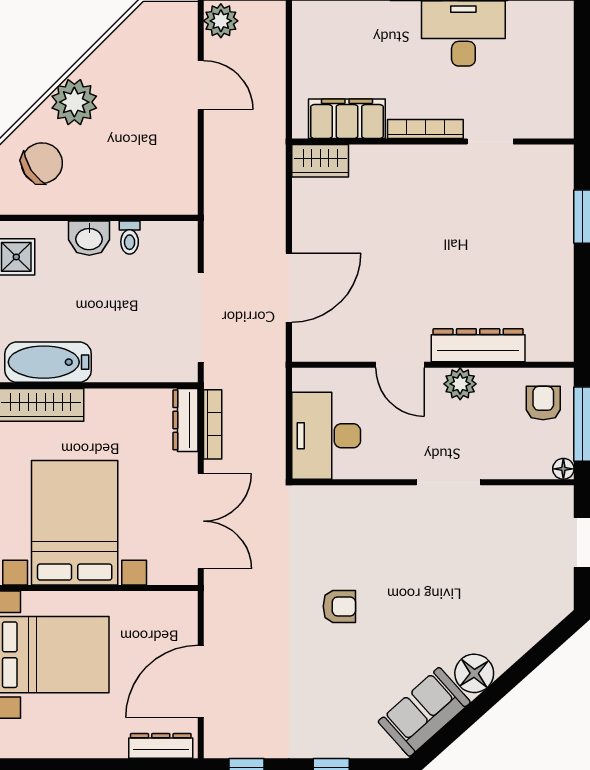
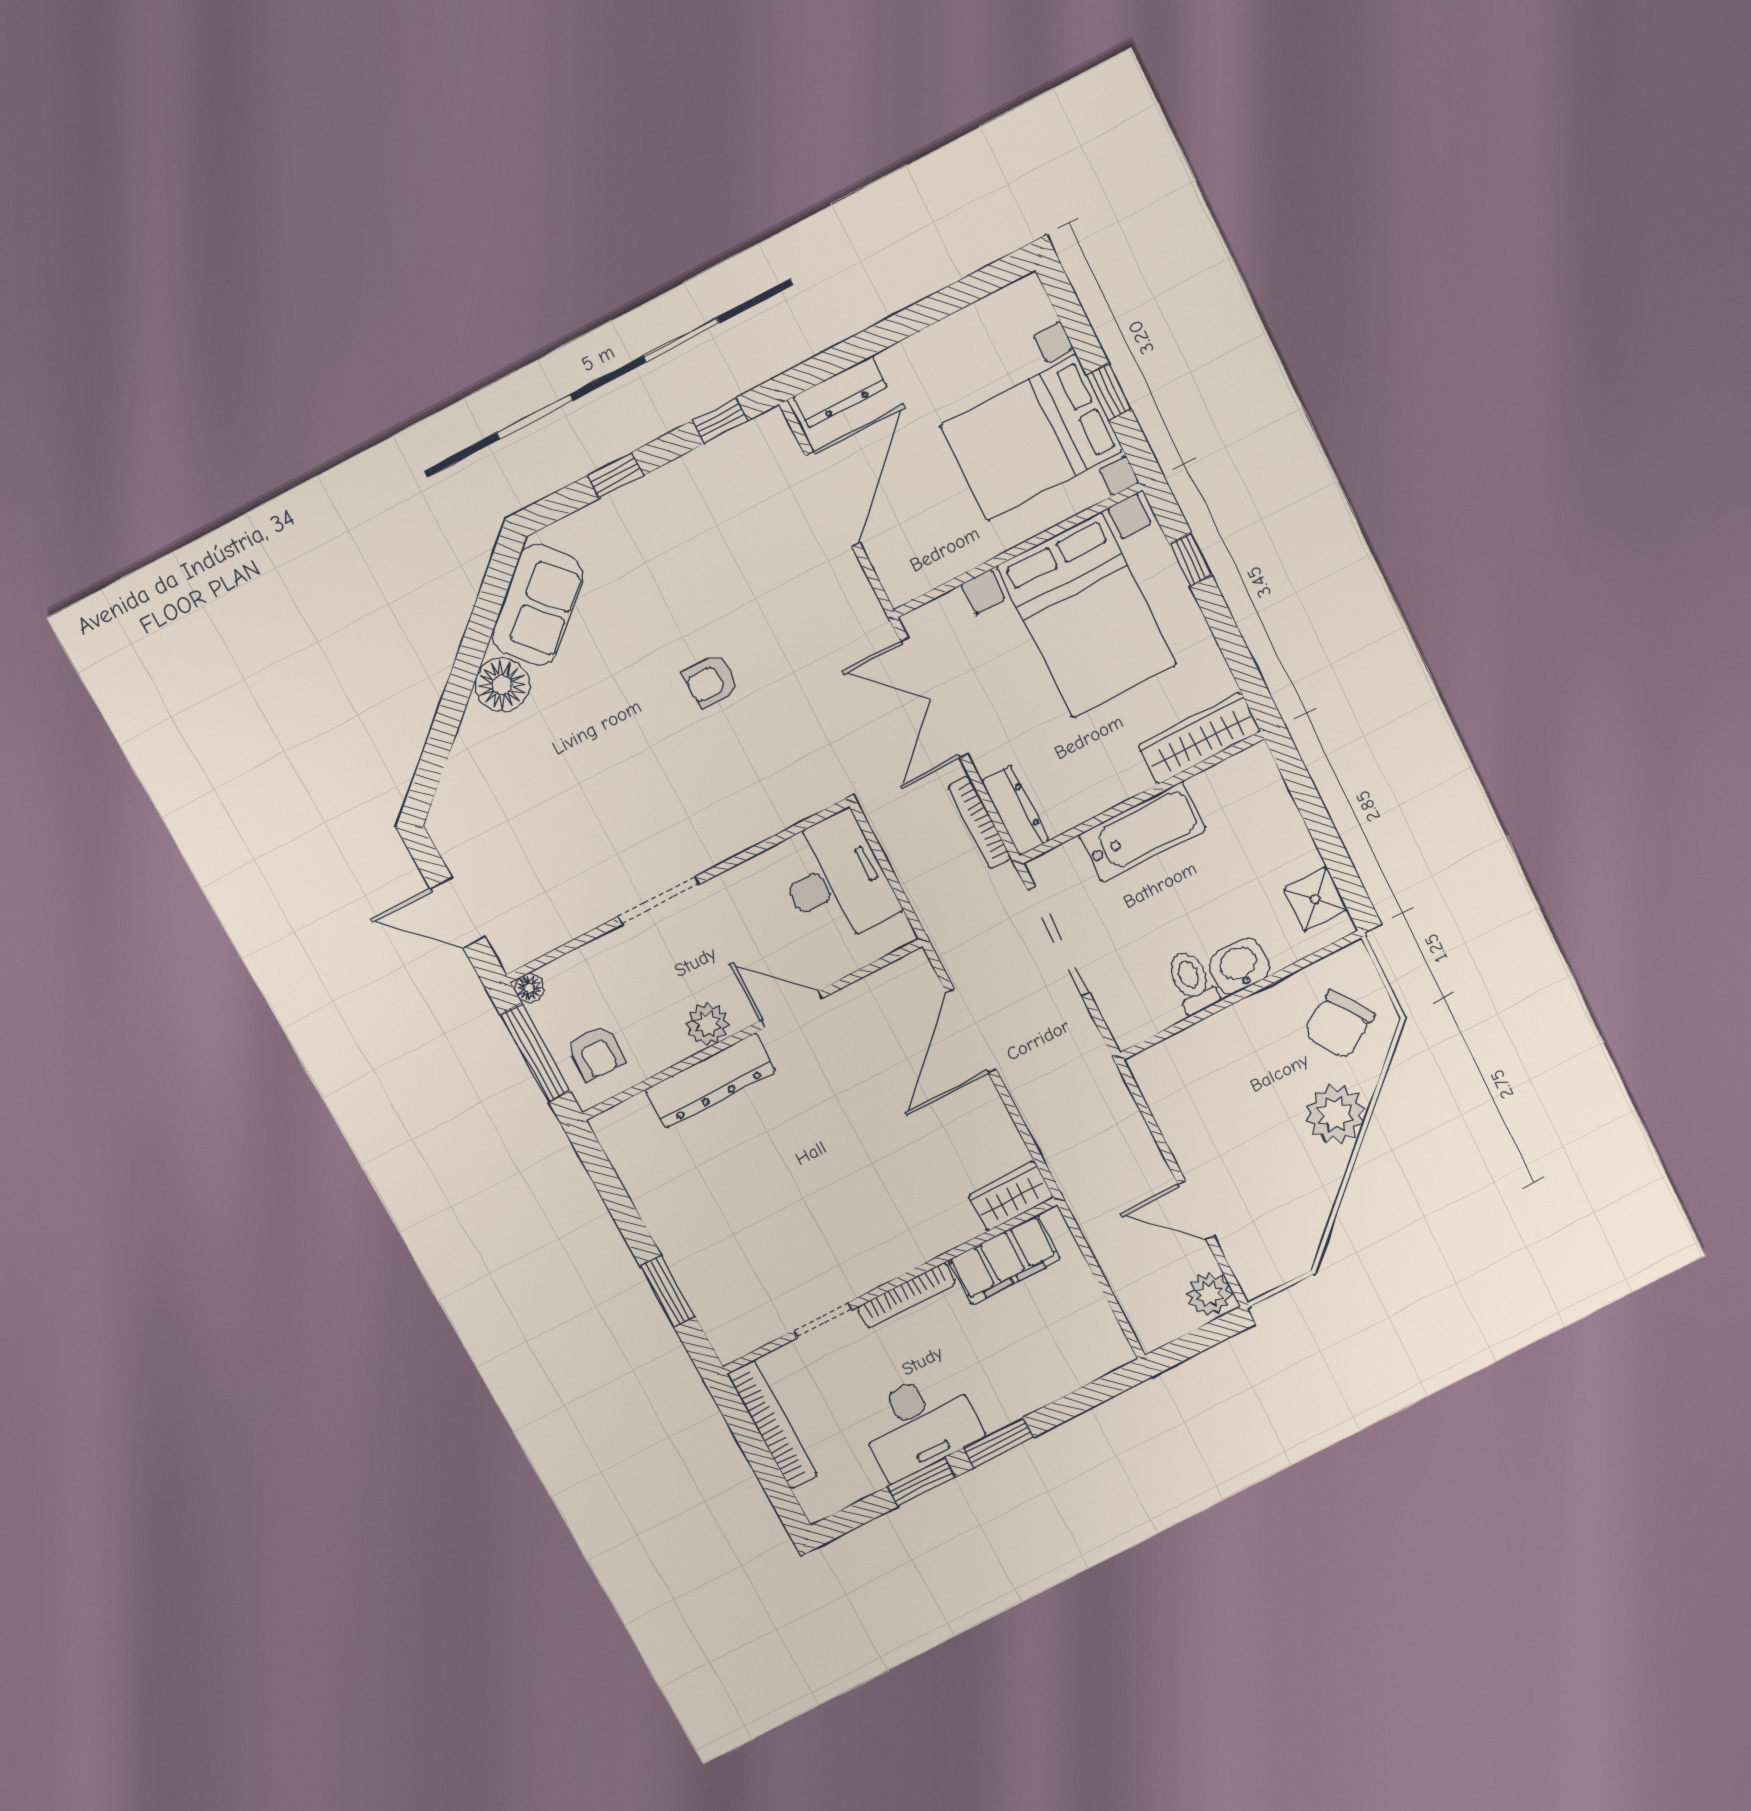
bookcase: (562, 86) -> (773, 1425), added
toilet: (130, 238) -> (1192, 982), width x1.37, depth x1.39
bathtub: (48, 362) -> (1142, 832), moved

